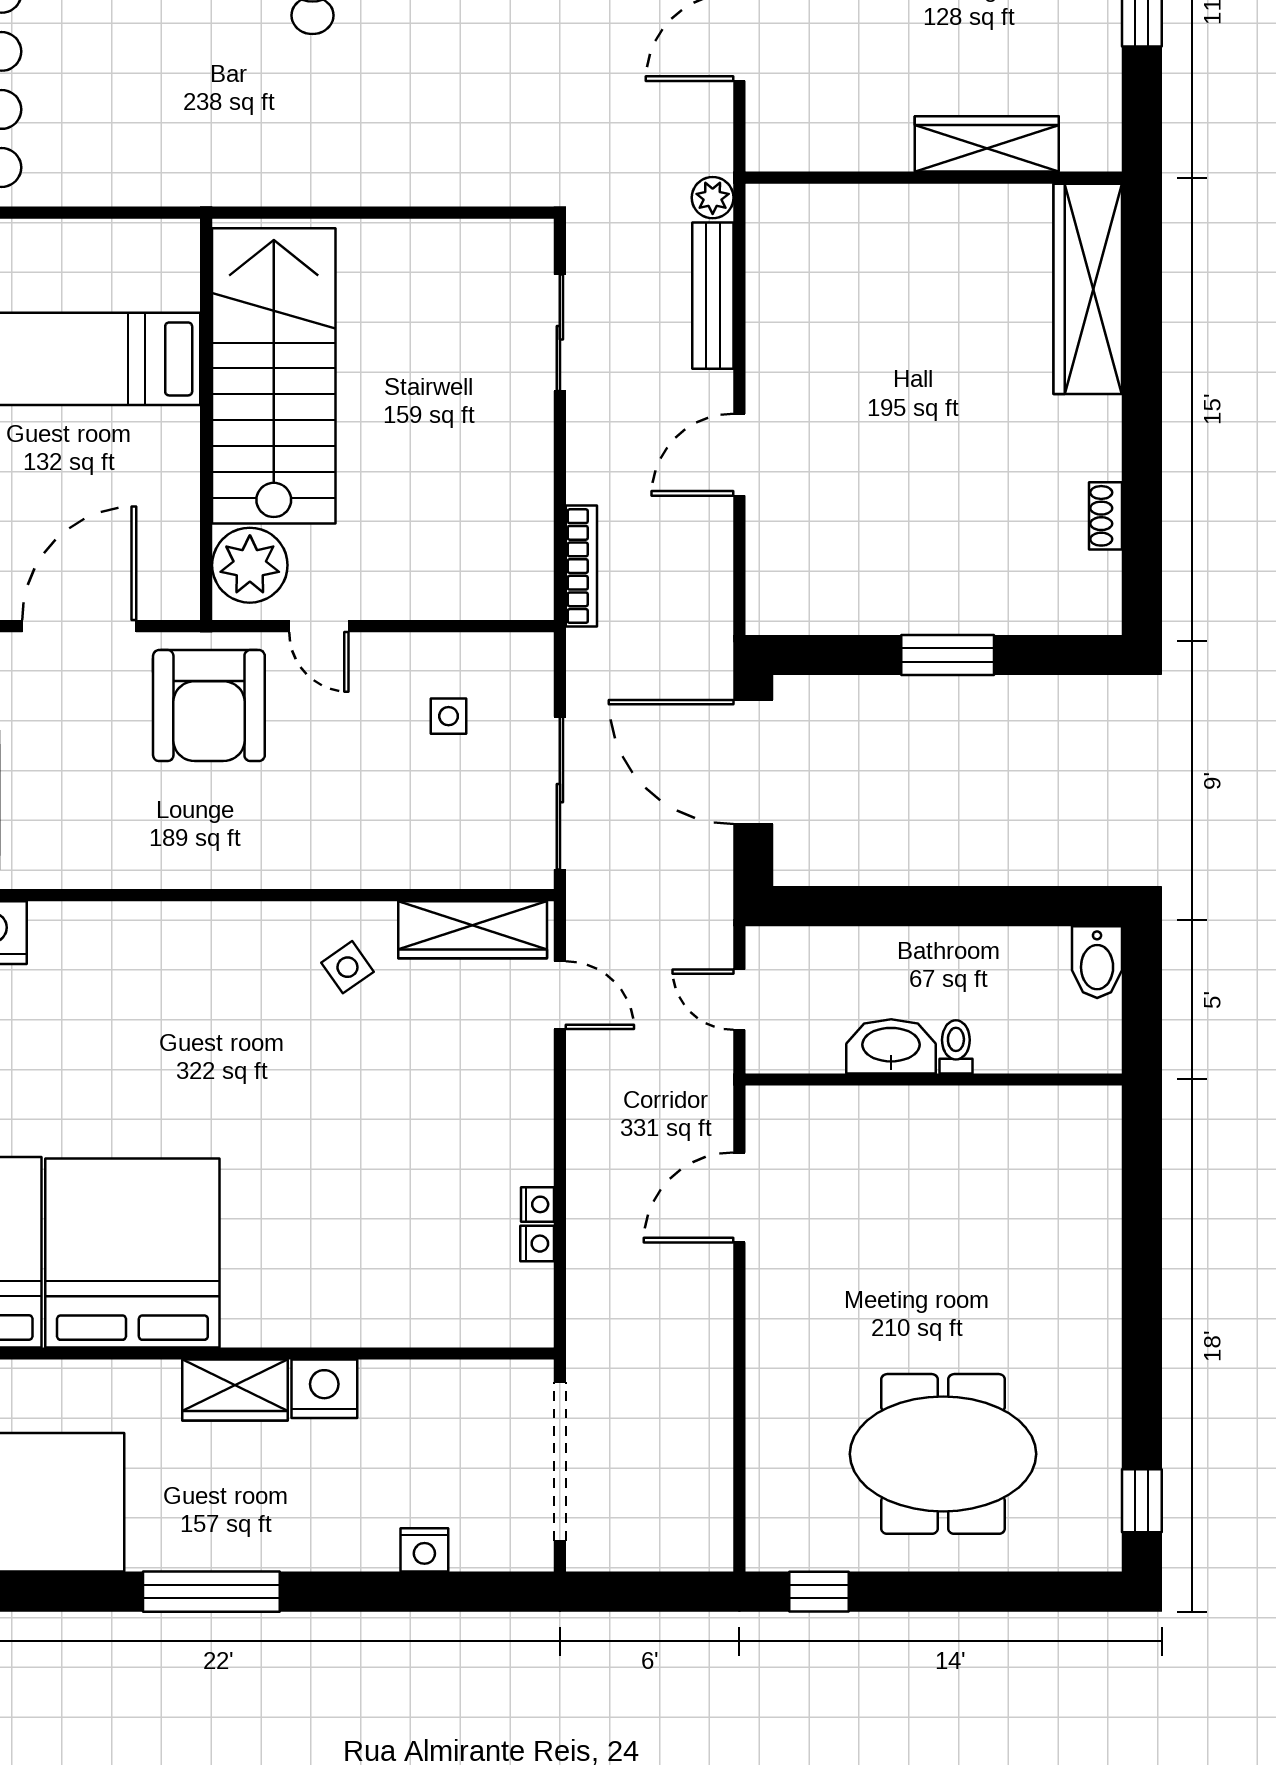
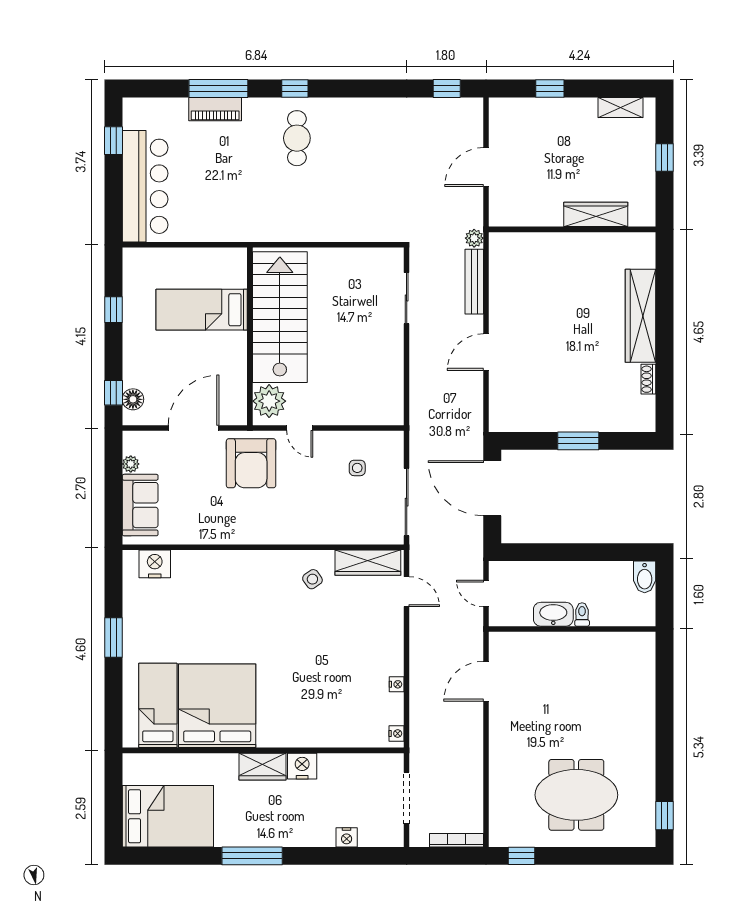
wardrobe: (1088, 289) -> (640, 316), moved
bookcase: (581, 566) -> (457, 840), moved, turned -90
nightstand: (537, 1244) -> (396, 734), moved
doorway: (560, 1461) -> (407, 798), width x0.73

